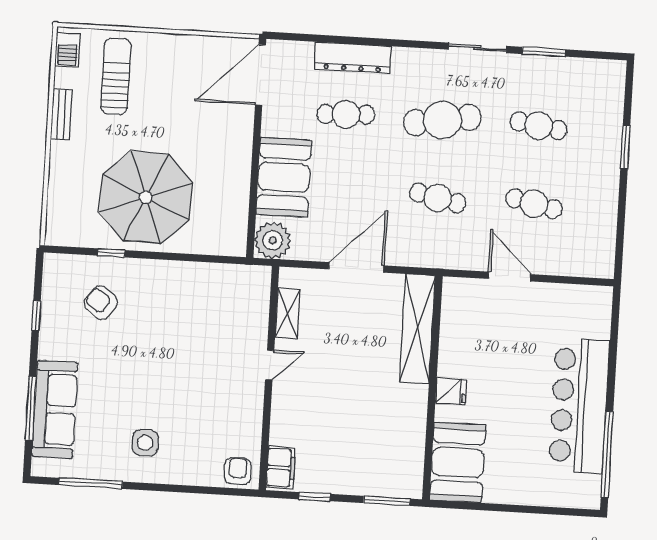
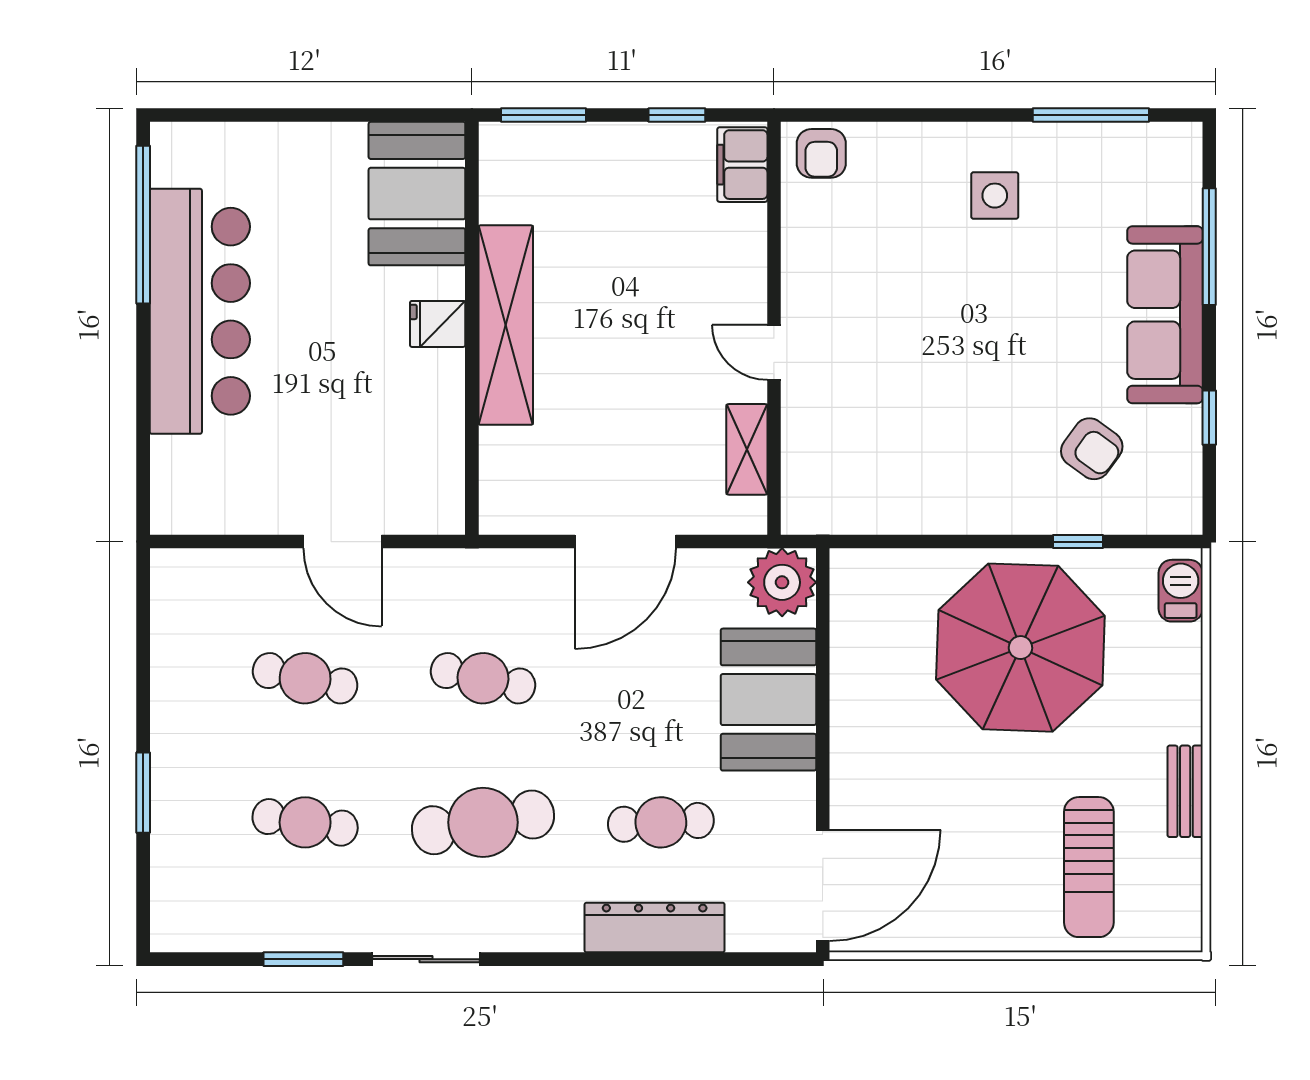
barbecue: (68, 50) -> (1181, 591), moved
shelving: (418, 329) -> (506, 325), moved
door: (270, 365) -> (774, 352), hinge flipped
sofa: (55, 409) -> (1165, 315), moved

